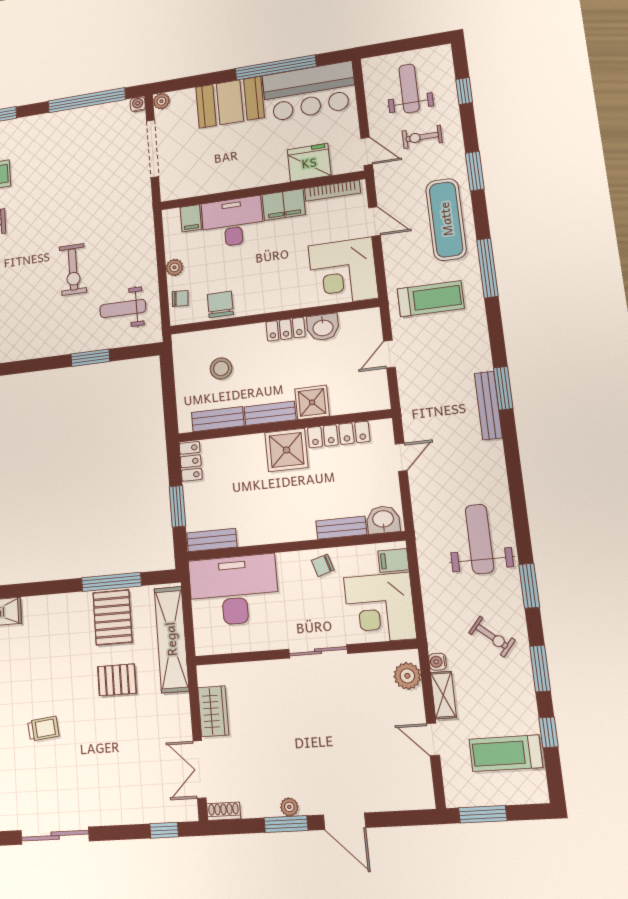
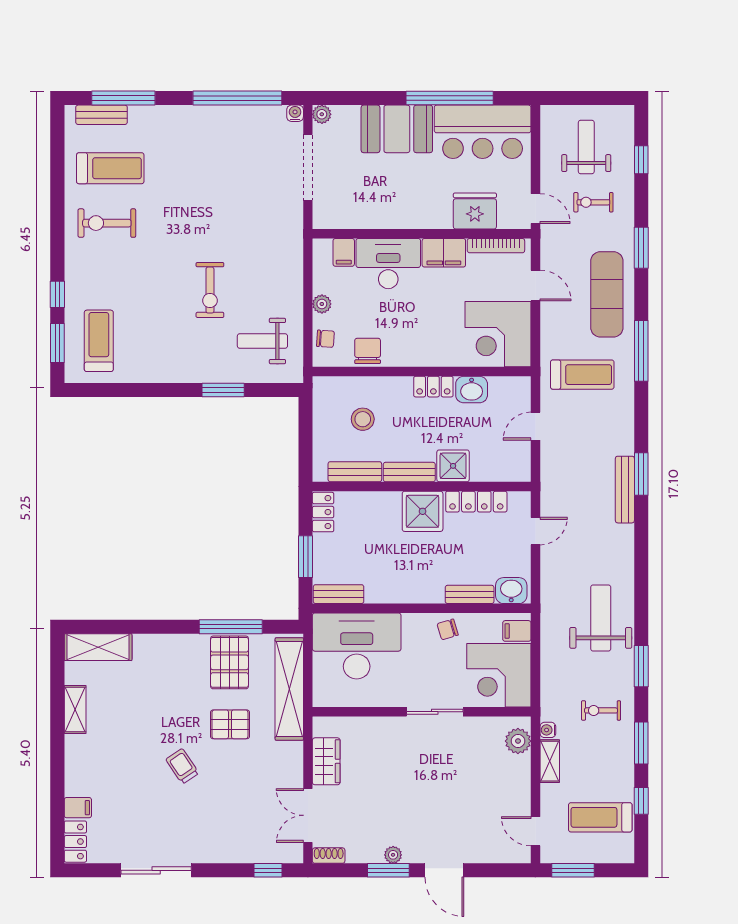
exercise bike: (492, 637) -> (601, 710), turned 140
trolley: (43, 729) -> (182, 766), moved, turned -118
door: (433, 739) -> (535, 831), moved

